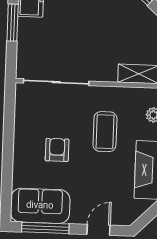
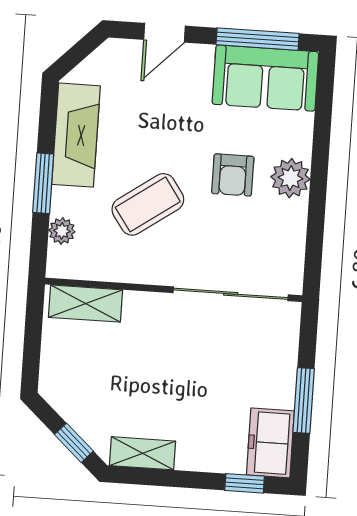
coffee table: (105, 132) -> (148, 204), turned 55
plant: (24, 149) -> (290, 178), added

